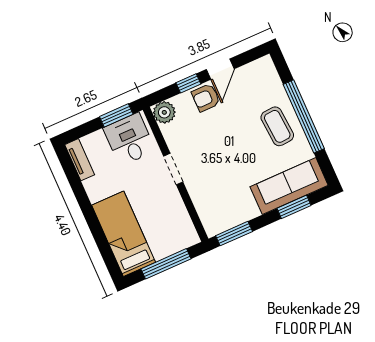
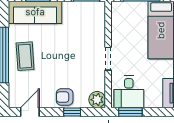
door: (220, 69) -> (30, 112), moved
armchair: (206, 98) -> (65, 97), turned 180

